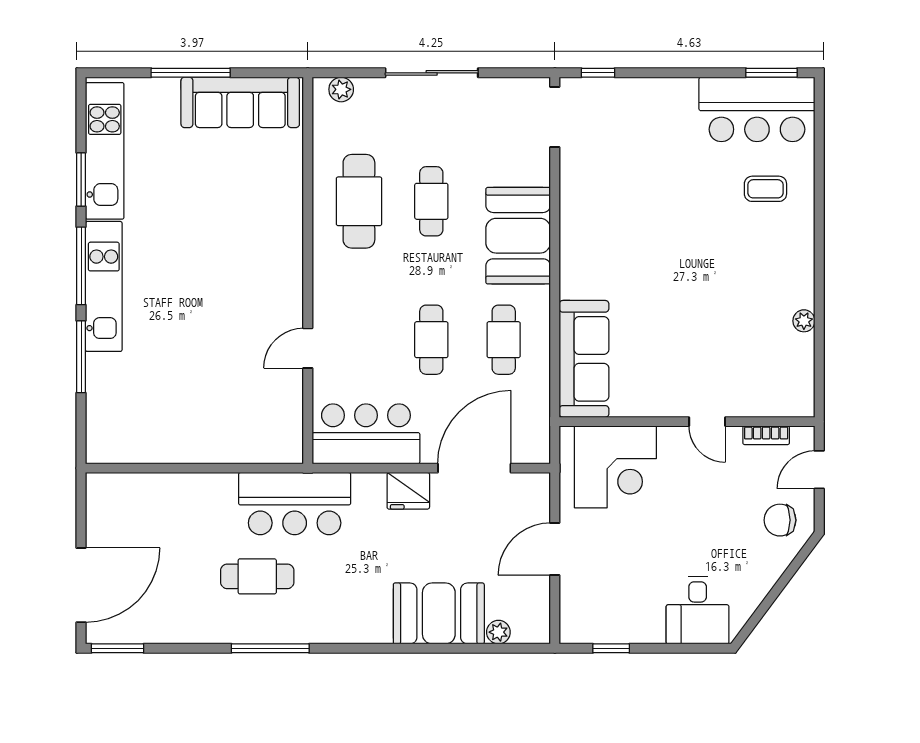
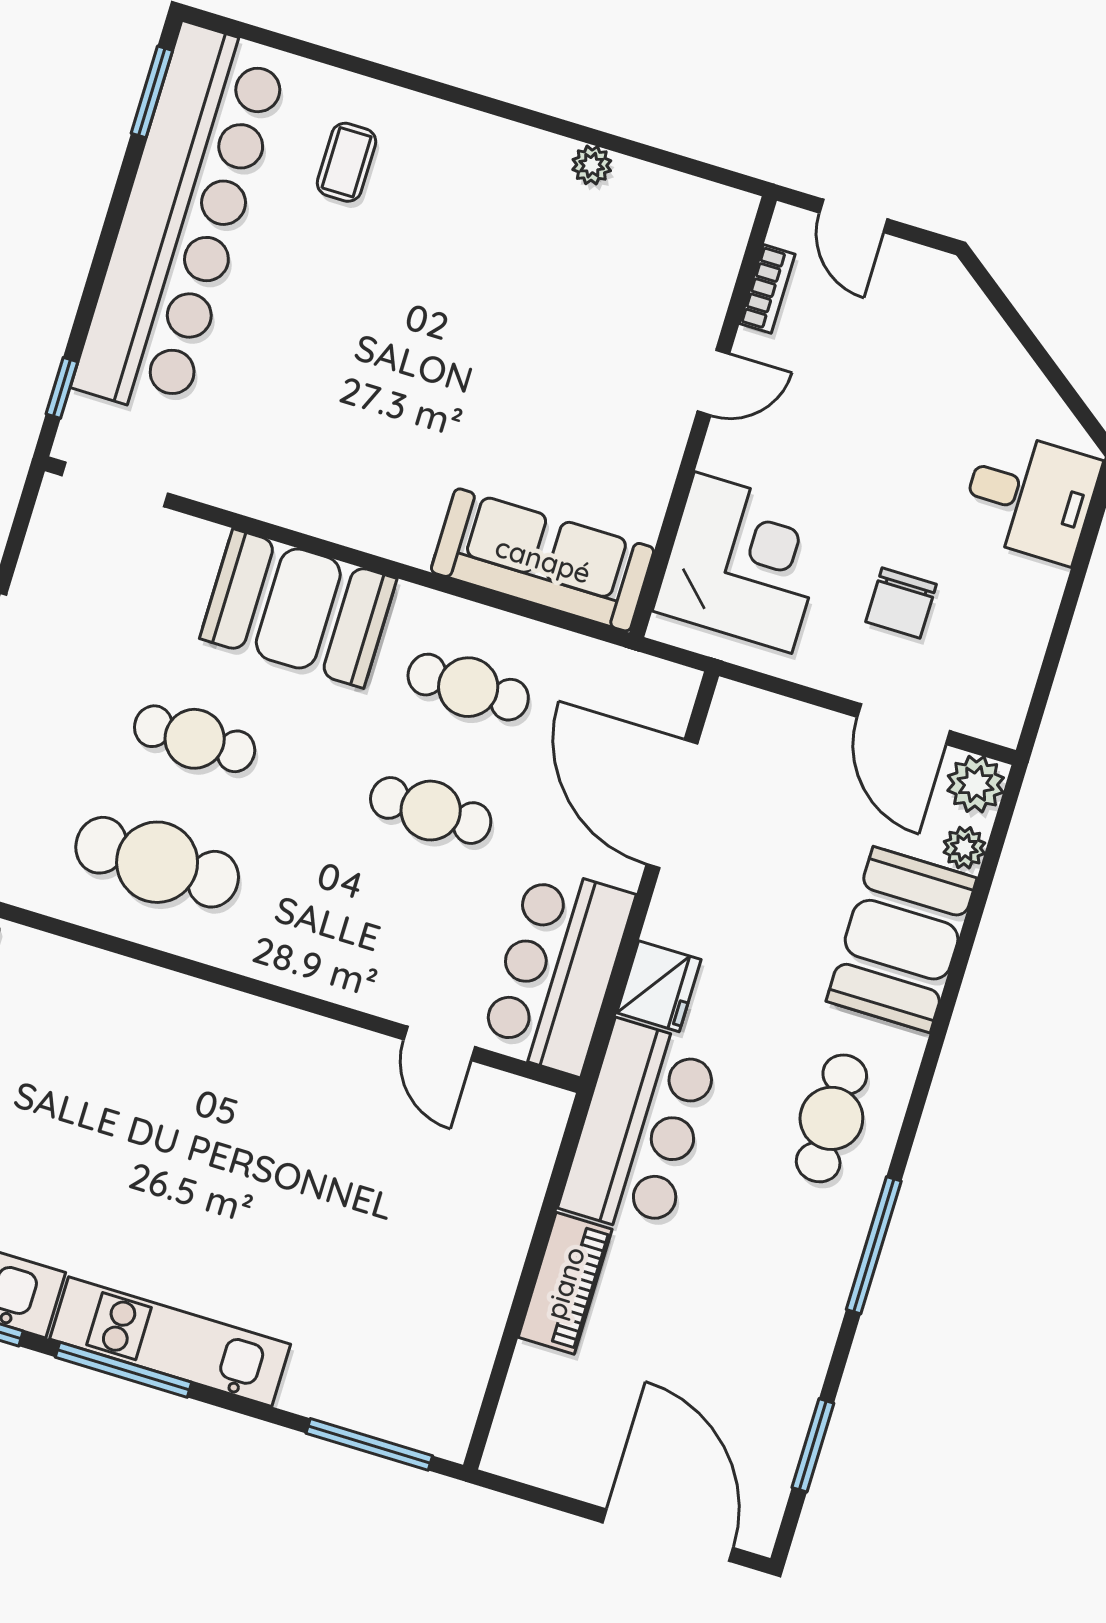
bar counter: (757, 109) -> (181, 221), width x1.86
door: (308, 348) -> (439, 1043), moved
window: (81, 357) -> (369, 1444), moved
piano: (200, 489) -> (565, 1283), added
fridge: (408, 491) -> (659, 986), moved
chair: (780, 520) -> (901, 603), moved
door: (555, 549) -> (904, 724), moved
cafe table: (257, 576) -> (831, 1118), moved
plant: (534, 628) -> (976, 784), added
window: (118, 648) -> (813, 1445), moved
window: (611, 648) -> (1050, 664), removed

